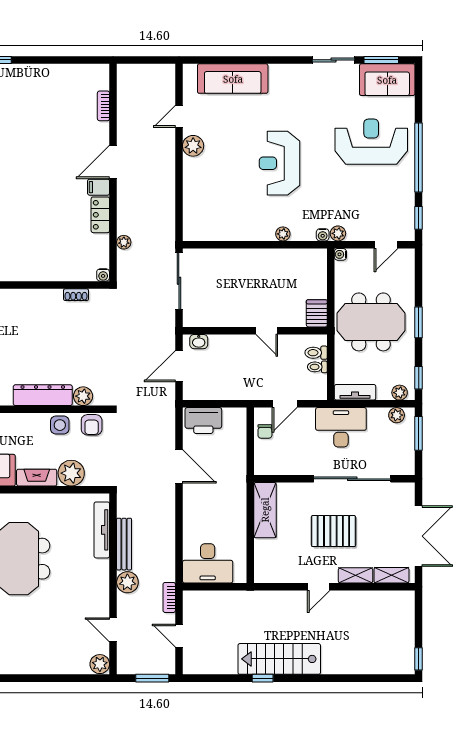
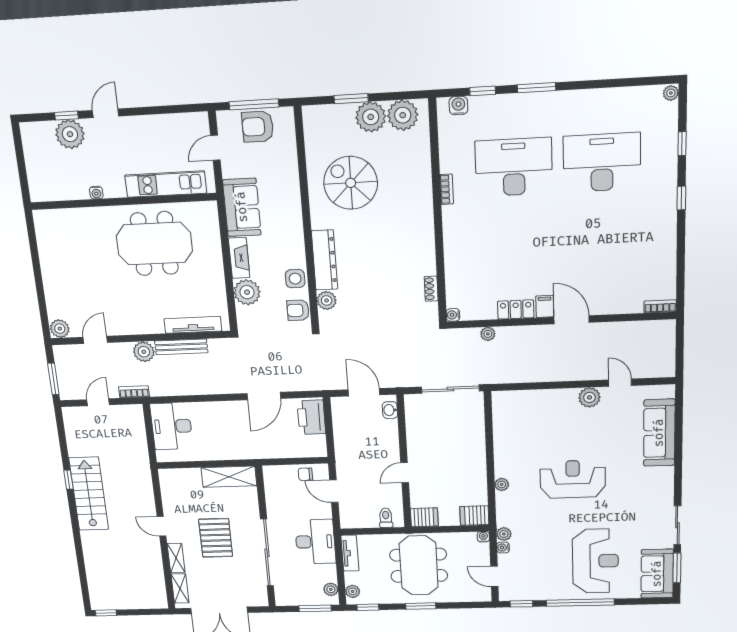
bookcase: (103, 106) -> (660, 306), moved
water cooler: (323, 235) -> (503, 548), moved
server rack: (316, 263) -> (474, 516), added
toilet: (317, 367) -> (372, 519), removed

